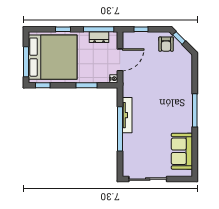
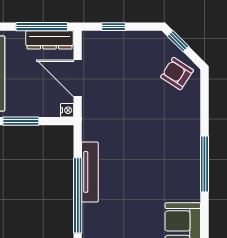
dresser: (99, 37) -> (50, 40), width x1.44
armchair: (166, 44) -> (177, 74), moved, turned 123
door: (120, 60) -> (78, 78), swing flipped

